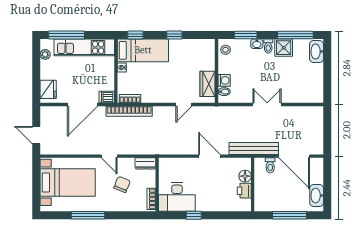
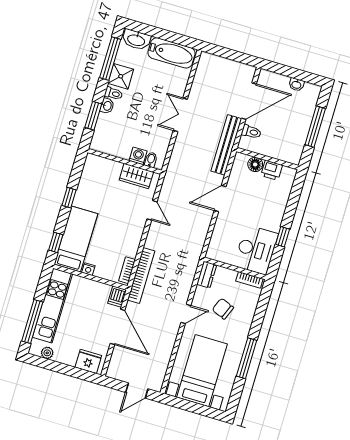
stool: (226, 50) -> (103, 144), removed
bathtub: (314, 83) -> (171, 53), added
washbasin: (317, 195) -> (296, 85), width x0.52, depth x0.69

